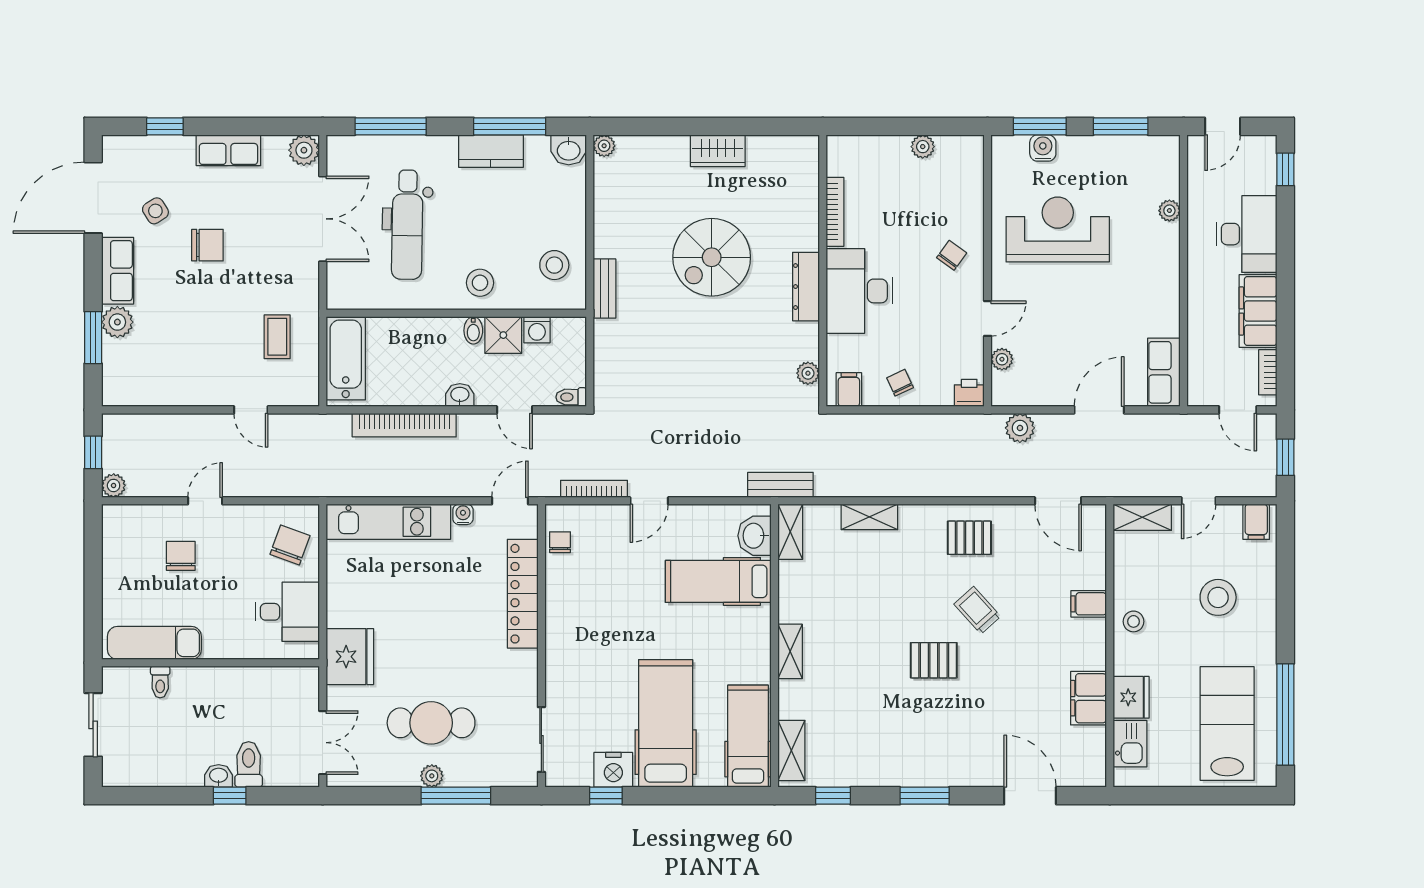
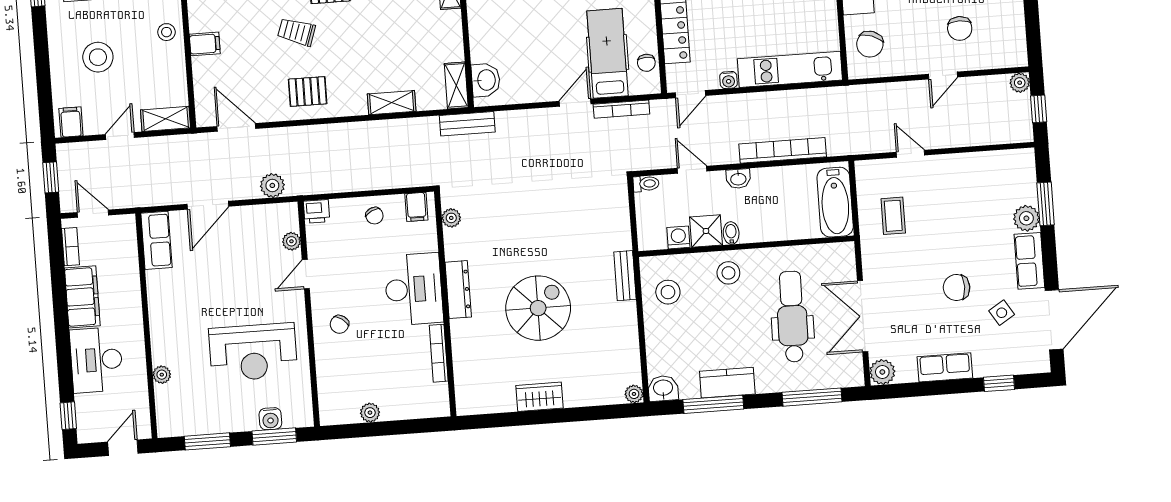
hospital bed: (718, 581) -> (608, 53), moved, turned -90
trolley: (977, 610) -> (297, 32), turned 151

